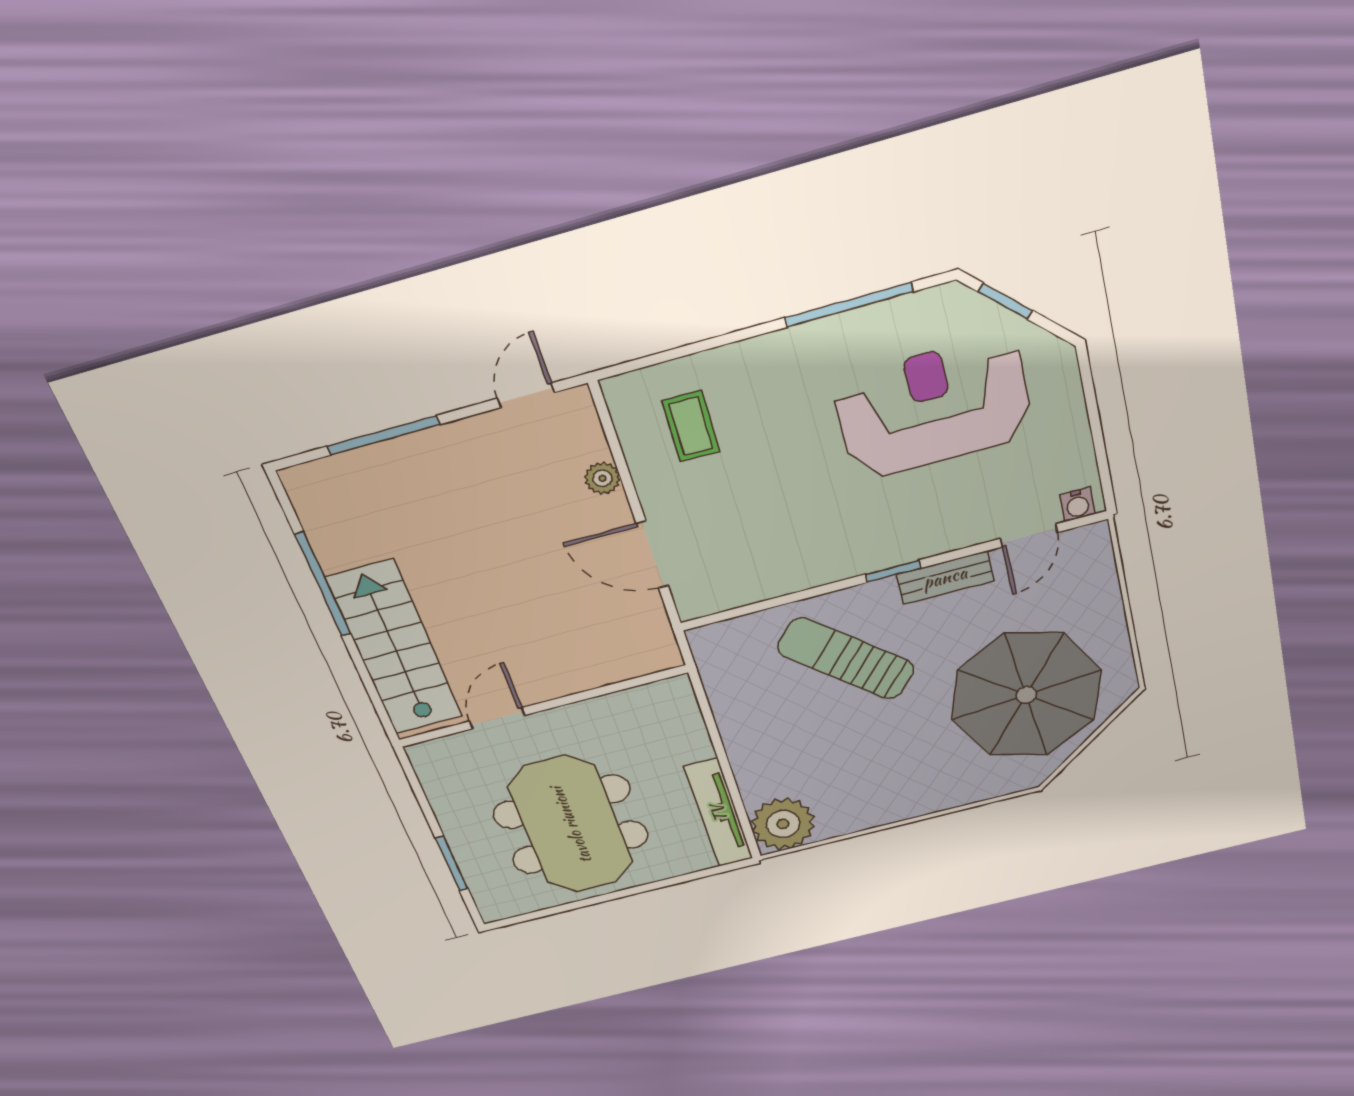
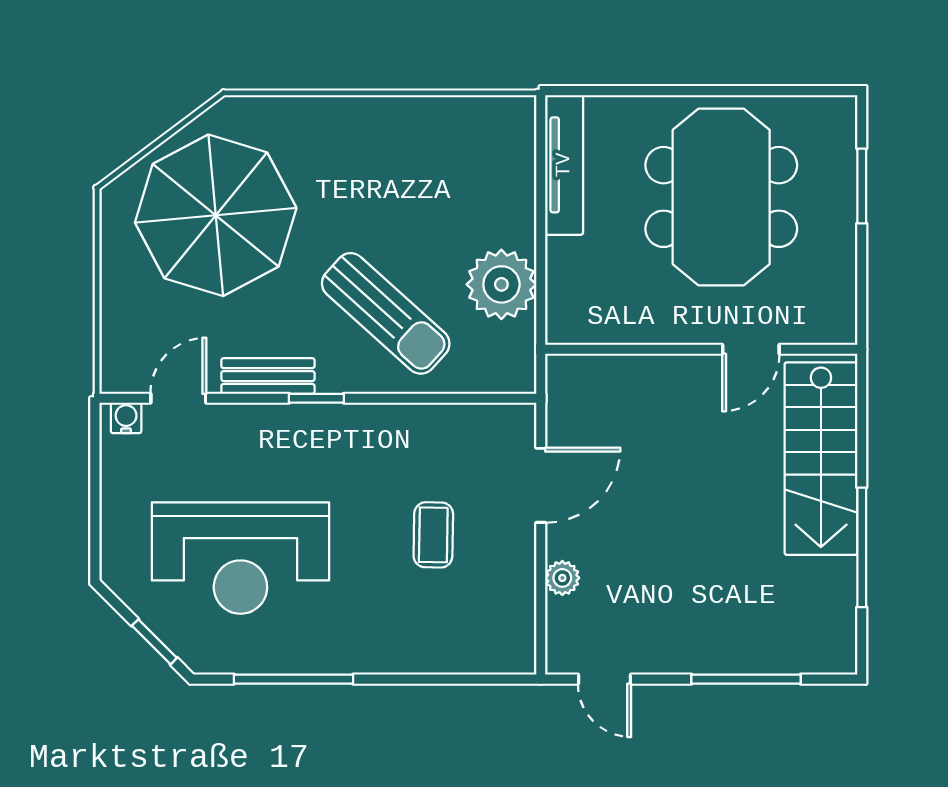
door: (526, 395) -> (604, 679), hinge flipped
coffee table: (691, 426) -> (433, 535), moved
door: (652, 555) -> (541, 485), hinge flipped
plant: (783, 824) -> (501, 284), moved

